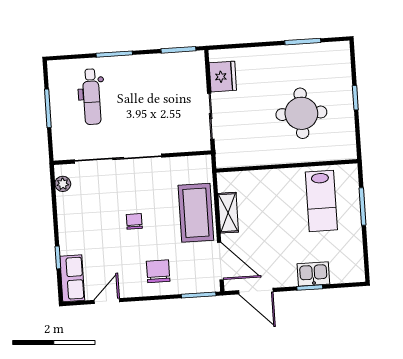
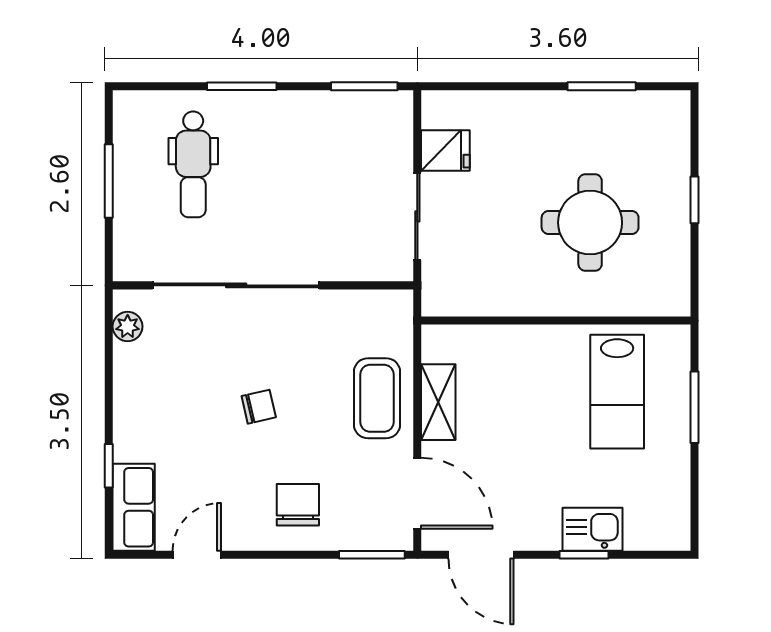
fridge: (223, 77) -> (445, 151), width x0.72
coffee table: (196, 213) -> (377, 398), width x0.73, depth x0.76
chair: (134, 221) -> (259, 407), turned 77

